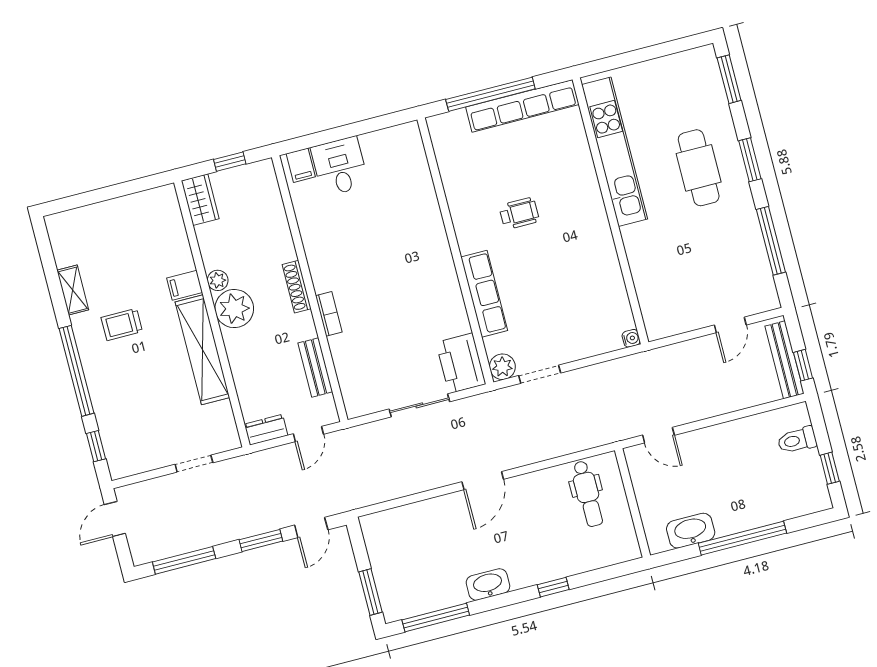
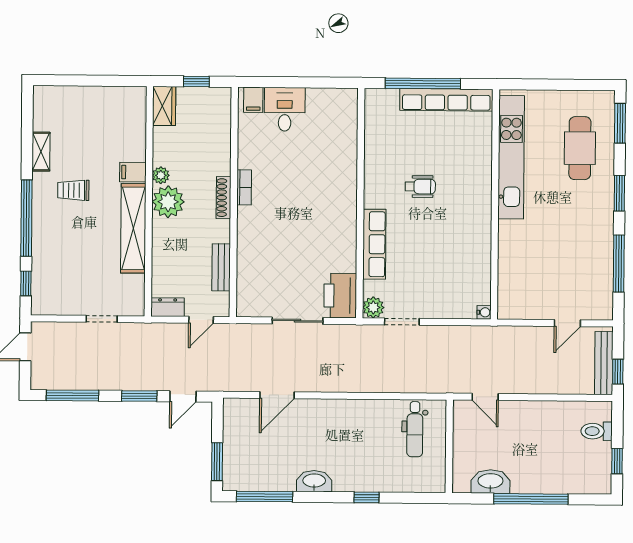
cafe table: (699, 168) -> (580, 148), moved
bookcase: (329, 314) -> (244, 187), moved
door: (483, 481) -> (277, 395), moved

